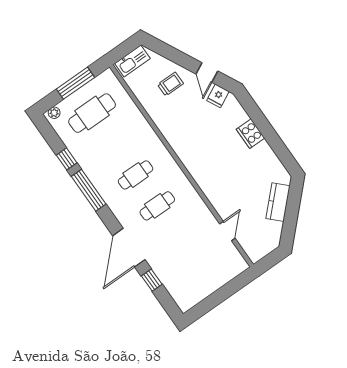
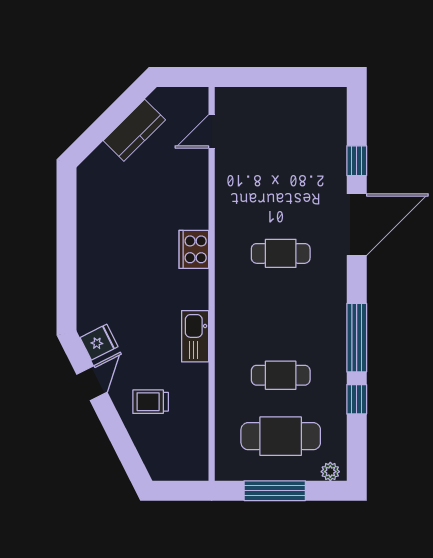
kitchen sink: (132, 61) -> (195, 336), moved, turned -90
cooker: (250, 134) -> (194, 249), moved, turned 180
cafe table: (136, 175) -> (281, 375), moved
kitchen counter: (278, 202) -> (134, 130), moved
door: (227, 231) -> (212, 131), moved

